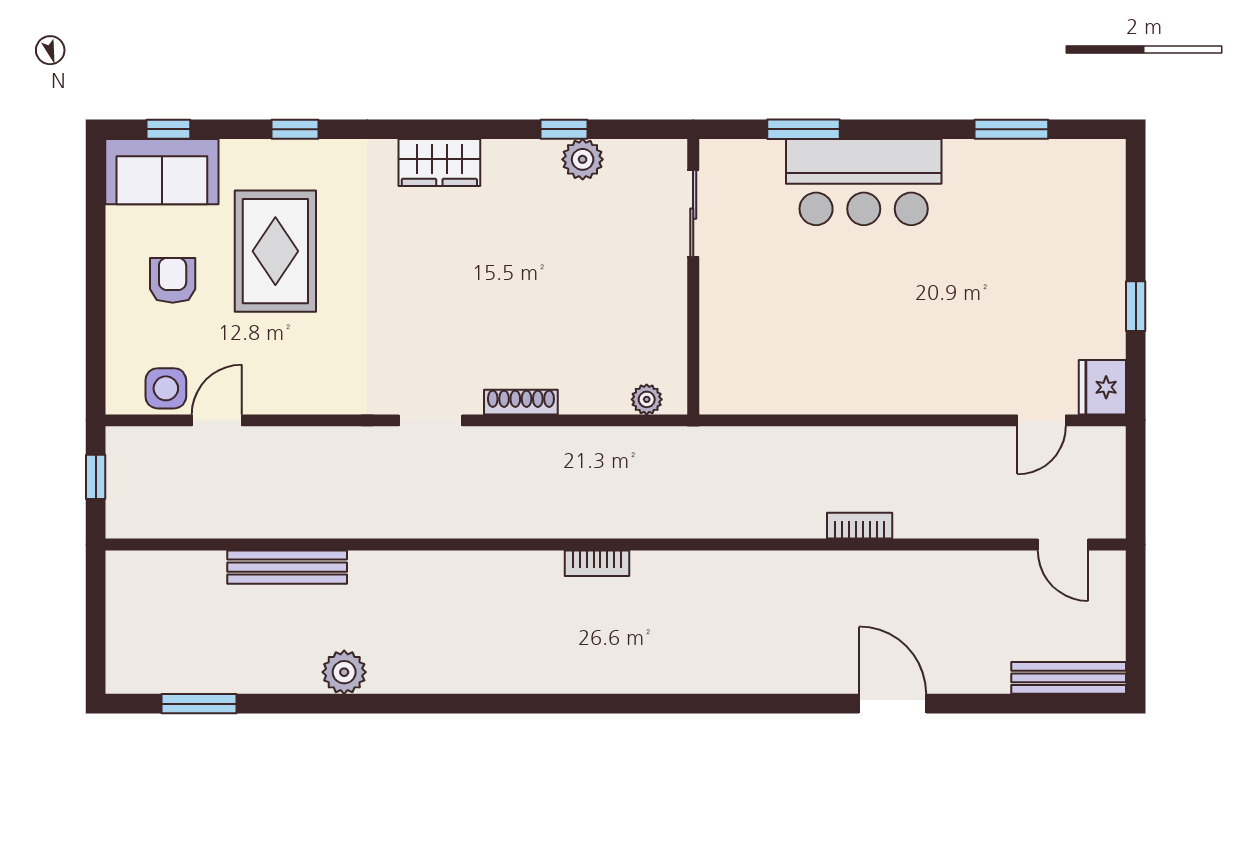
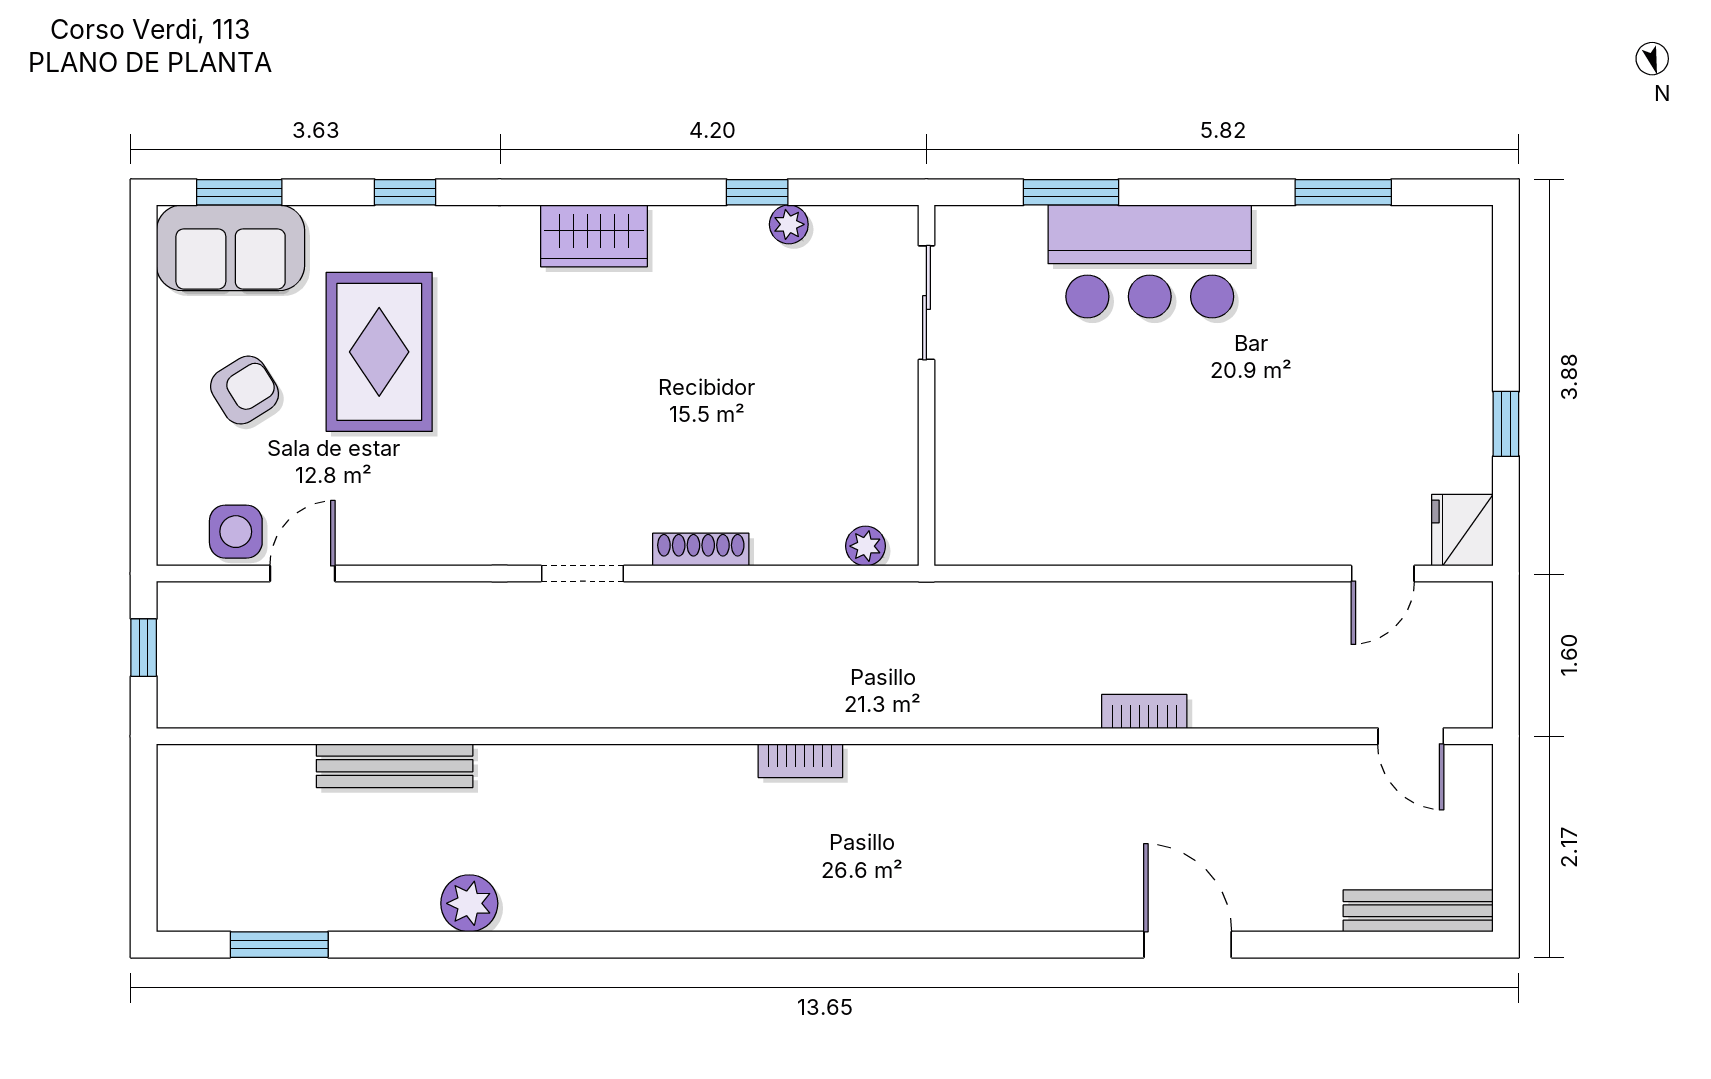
window: (168, 129) -> (239, 192), width x1.50
plant: (583, 159) -> (789, 224), width x0.73, depth x0.73
armchair: (173, 280) -> (245, 390), turned 58

